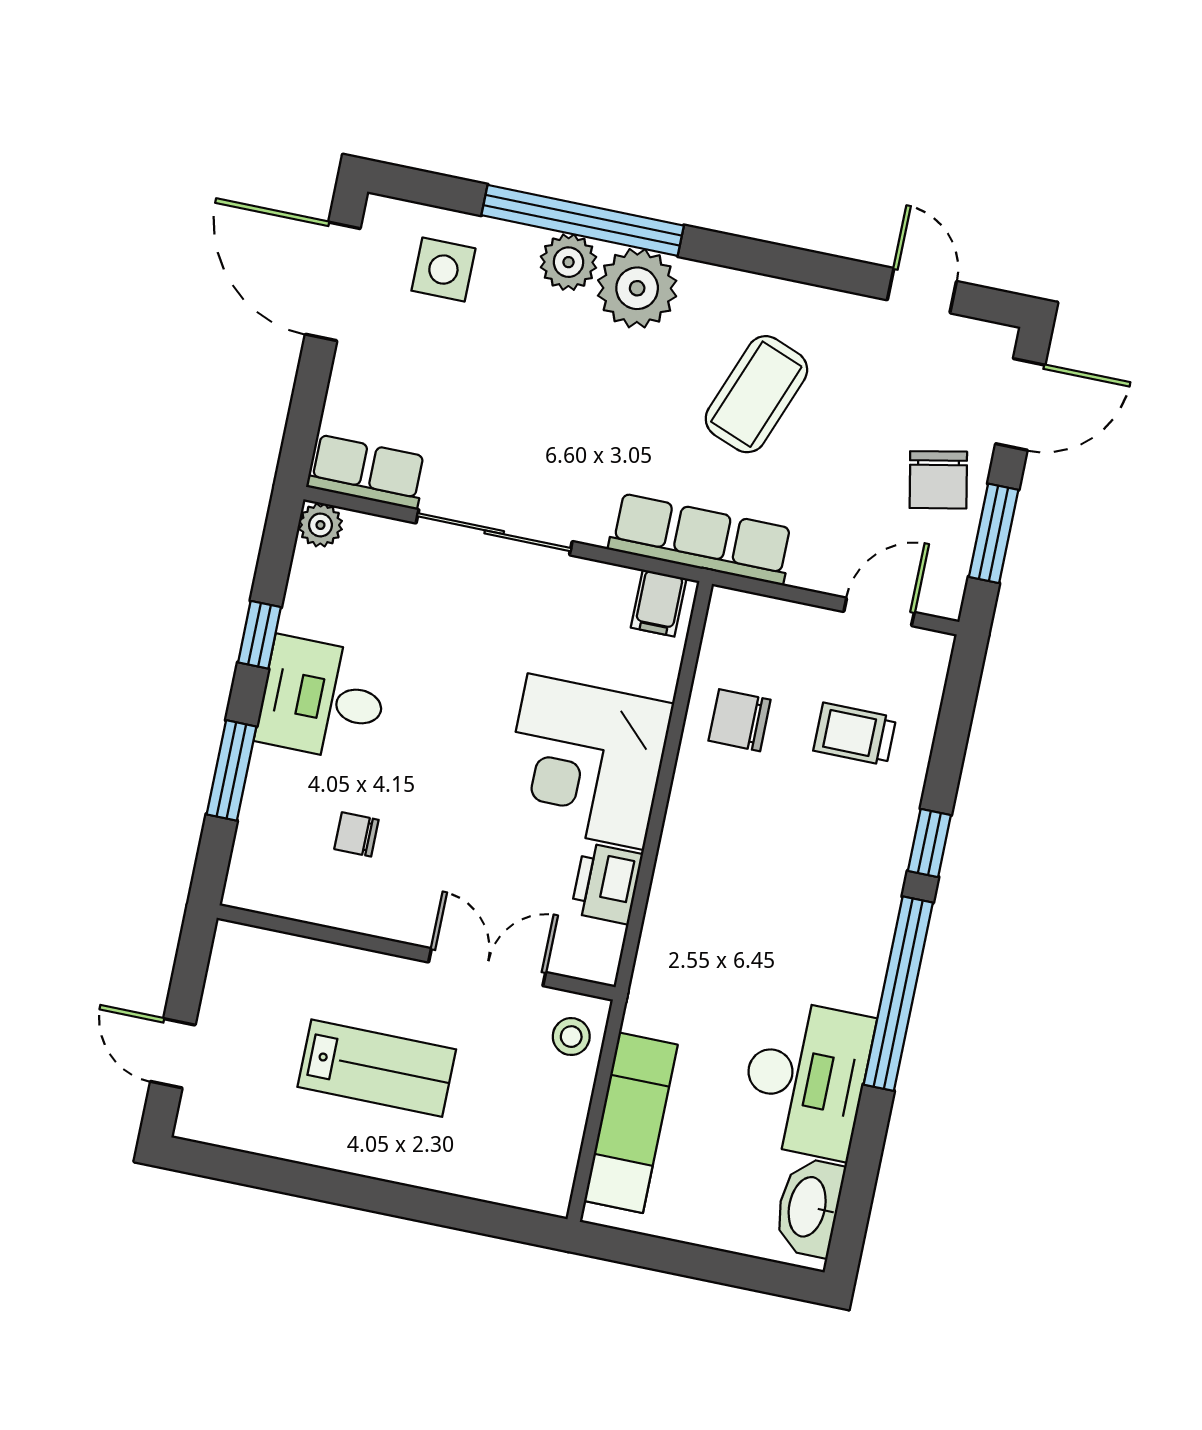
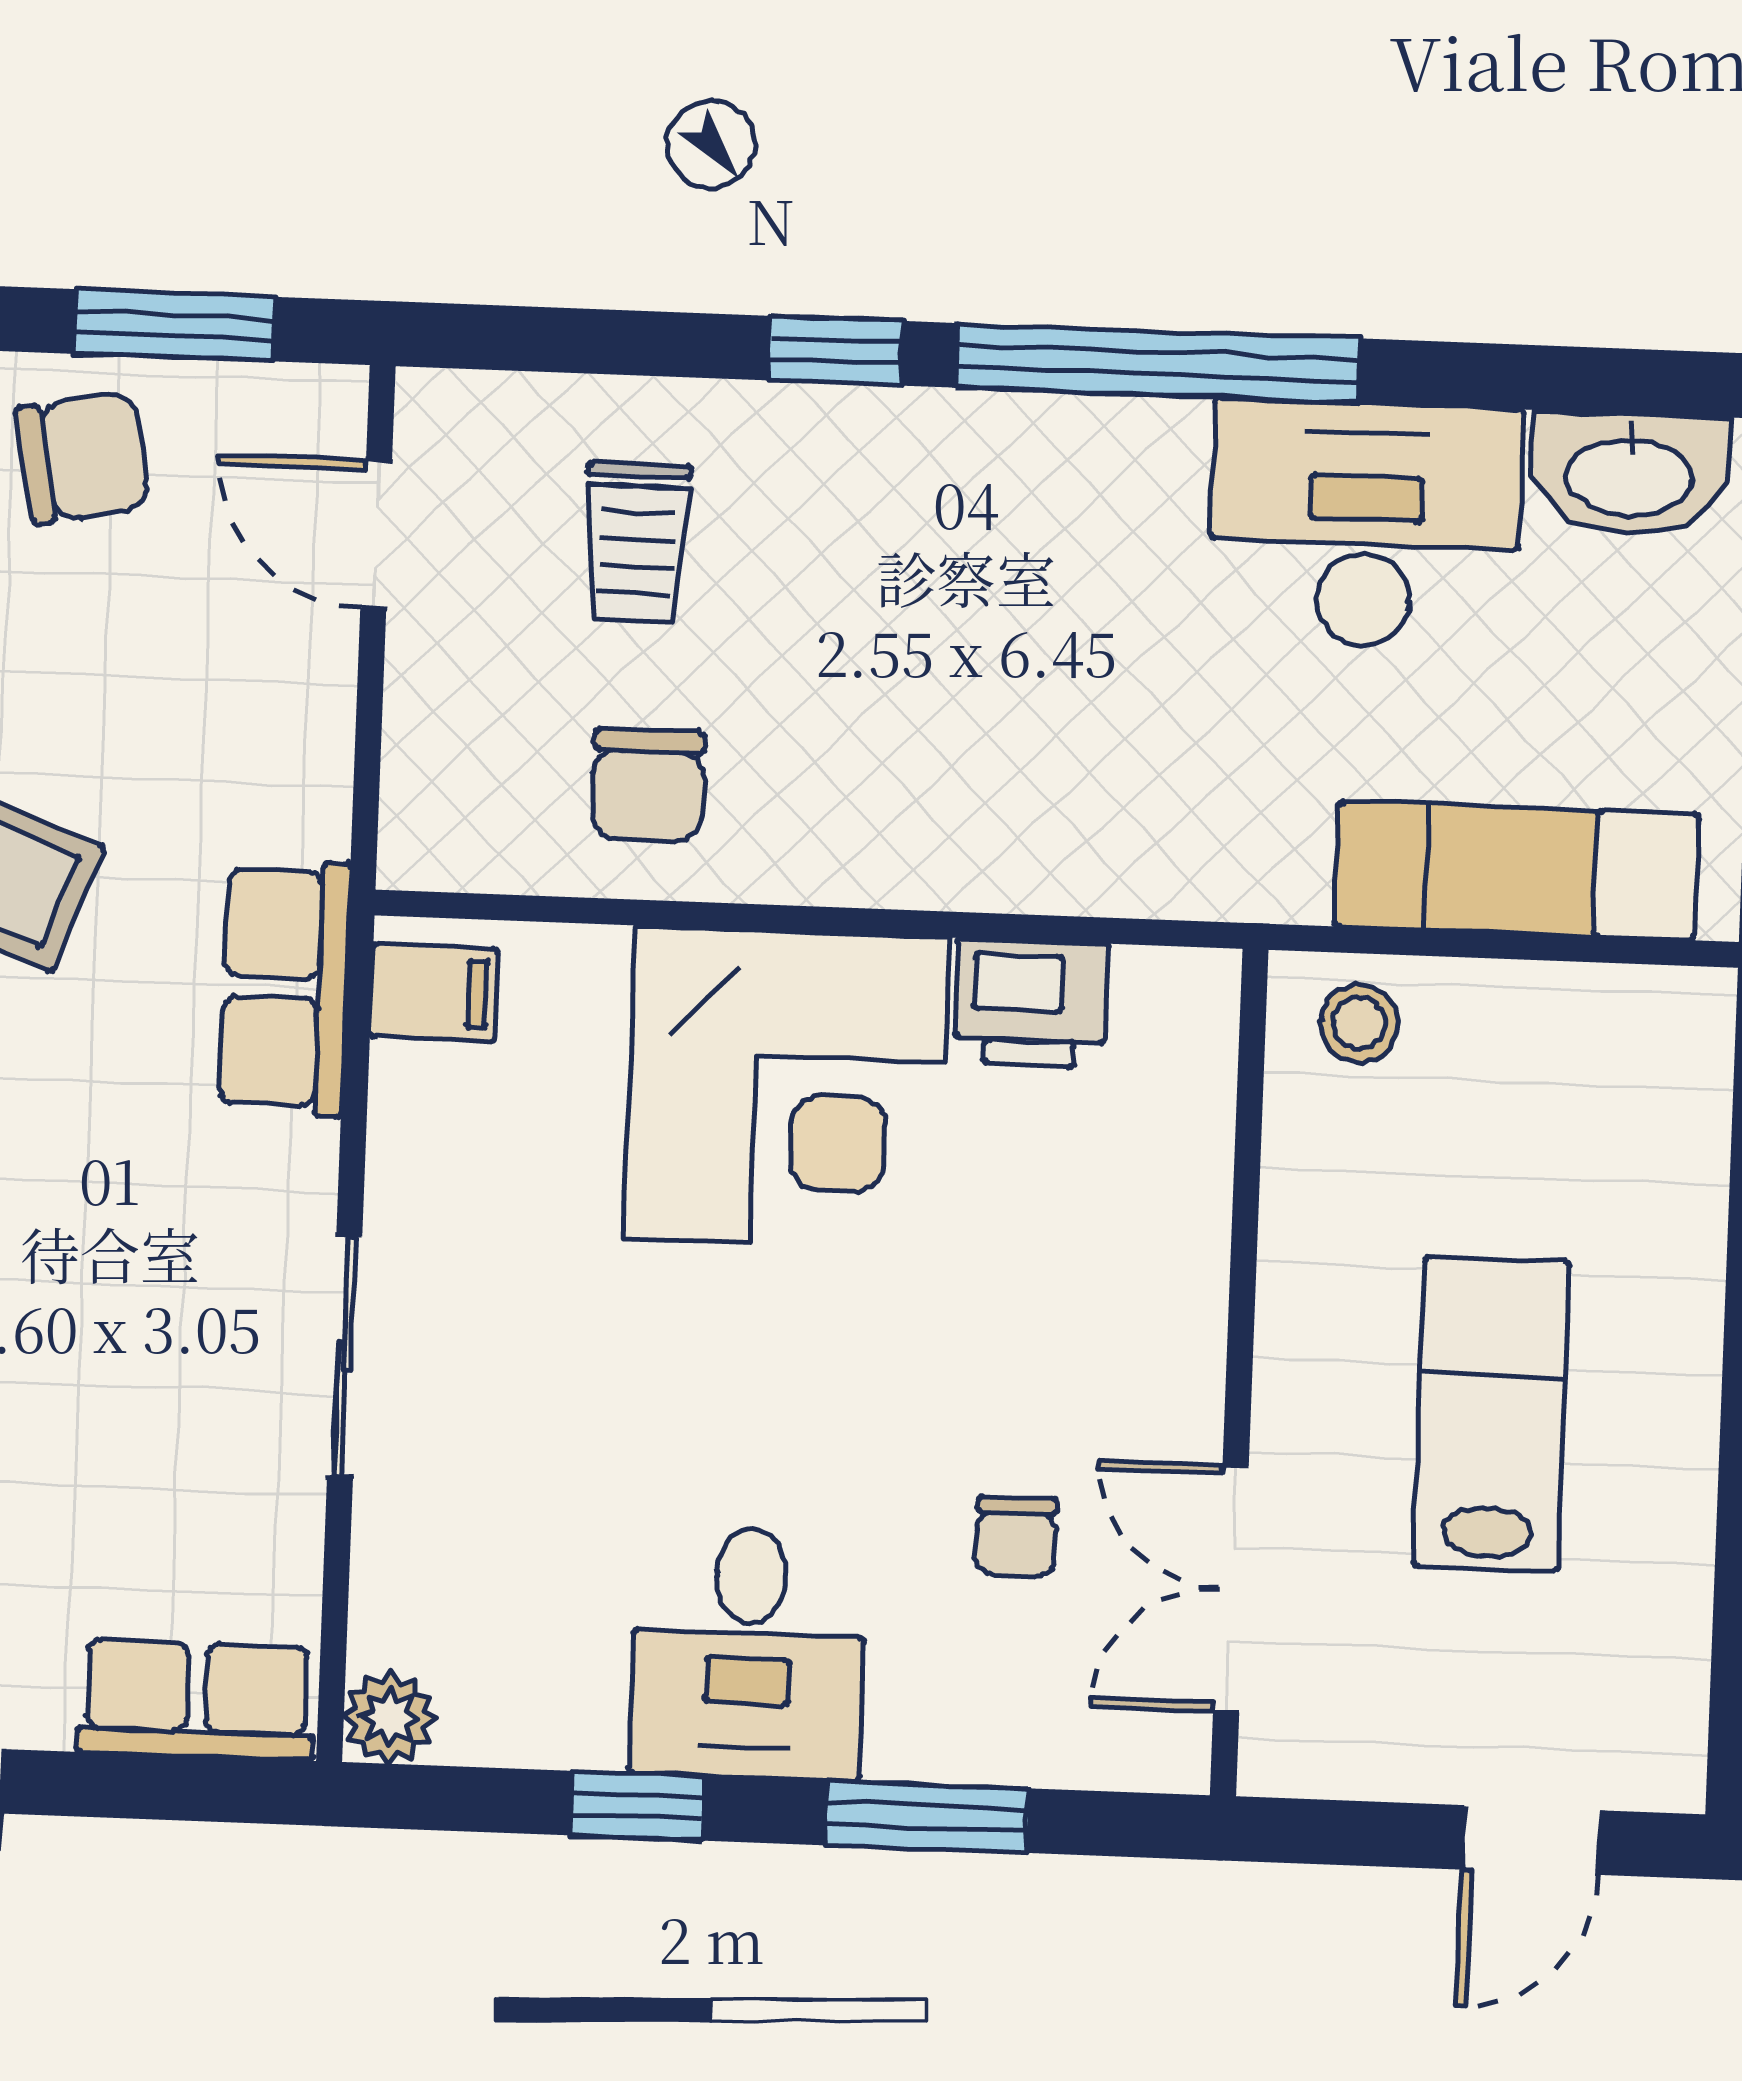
row of seats: (367, 472) -> (196, 1700), moved, turned 90
sliding door: (494, 532) -> (345, 1357), width x0.73
row of seats: (701, 539) -> (285, 988), width x0.68
double door: (487, 967) -> (1231, 1589), moved

